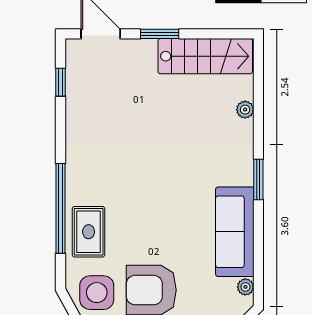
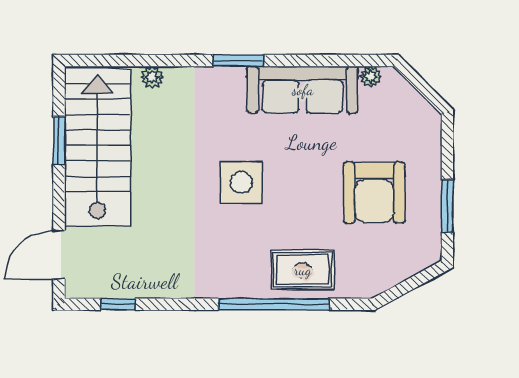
window: (160, 34) -> (59, 140), moved
stairs: (205, 56) -> (97, 147), width x1.36, depth x1.51
side table: (97, 293) -> (241, 182), moved

